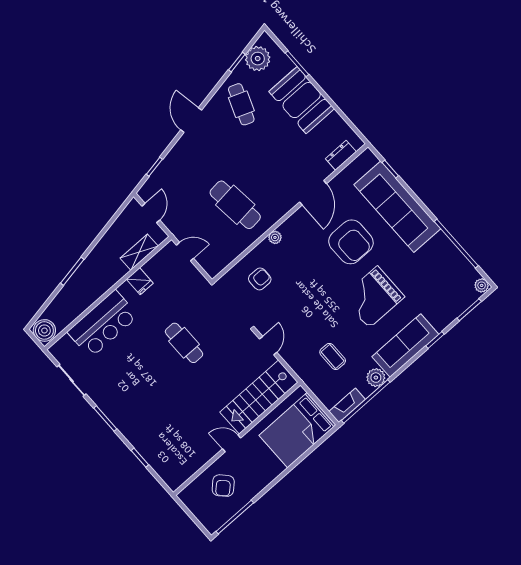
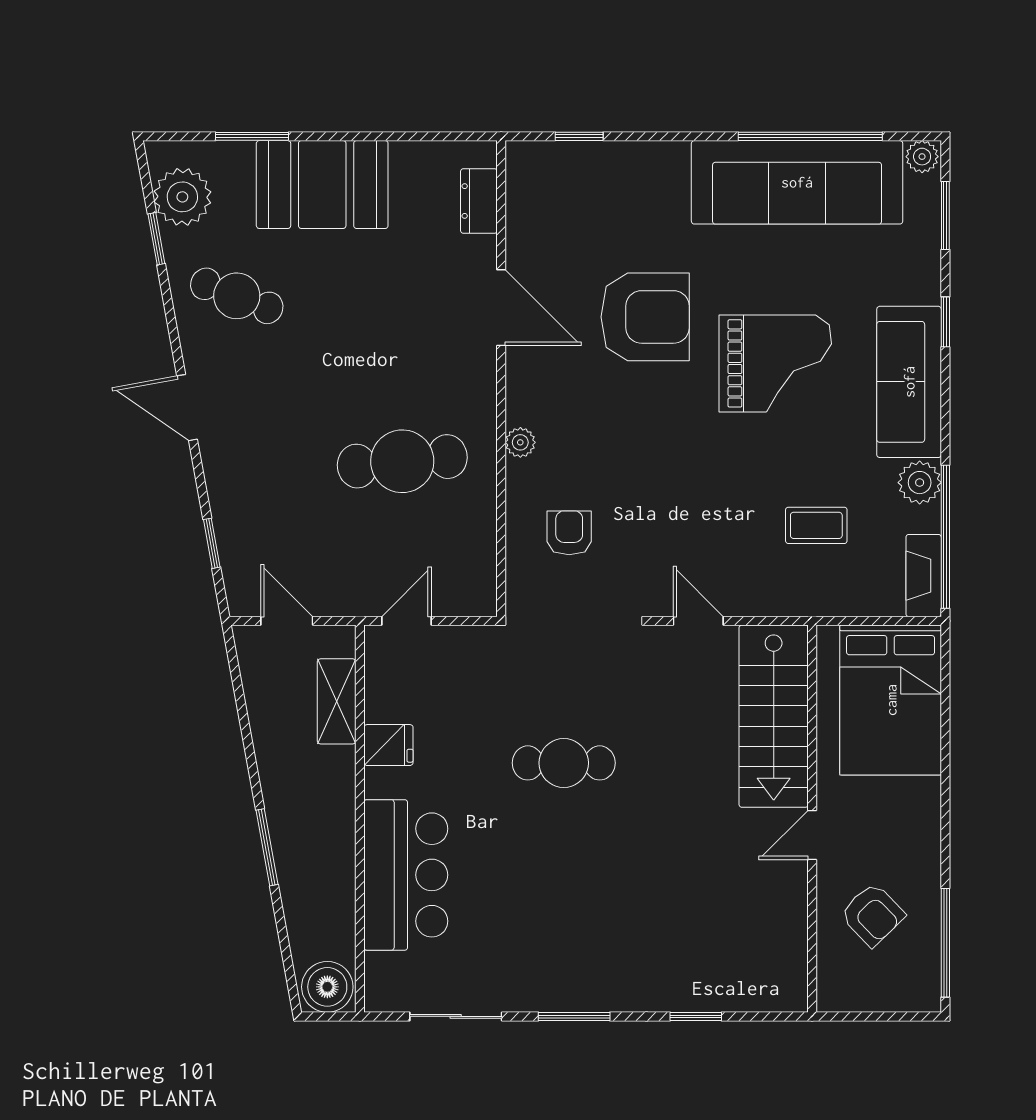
sofa: (397, 207) -> (797, 182), moved
grand piano: (373, 297) -> (775, 363), turned -90

